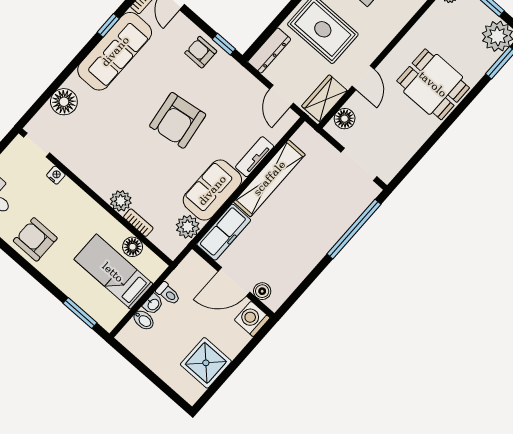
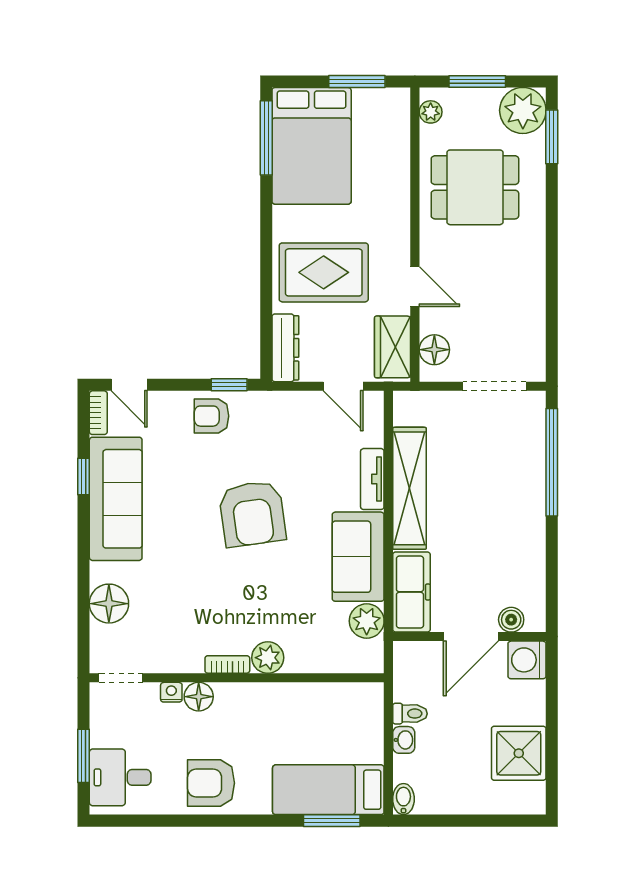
dining table: (433, 84) -> (475, 187), moved
bookcase: (138, 223) -> (227, 664), moved
floor lamp: (133, 247) -> (199, 697), moved
bed: (113, 272) -> (328, 790), moved
bidet: (144, 320) -> (403, 799), moved, turned -90

